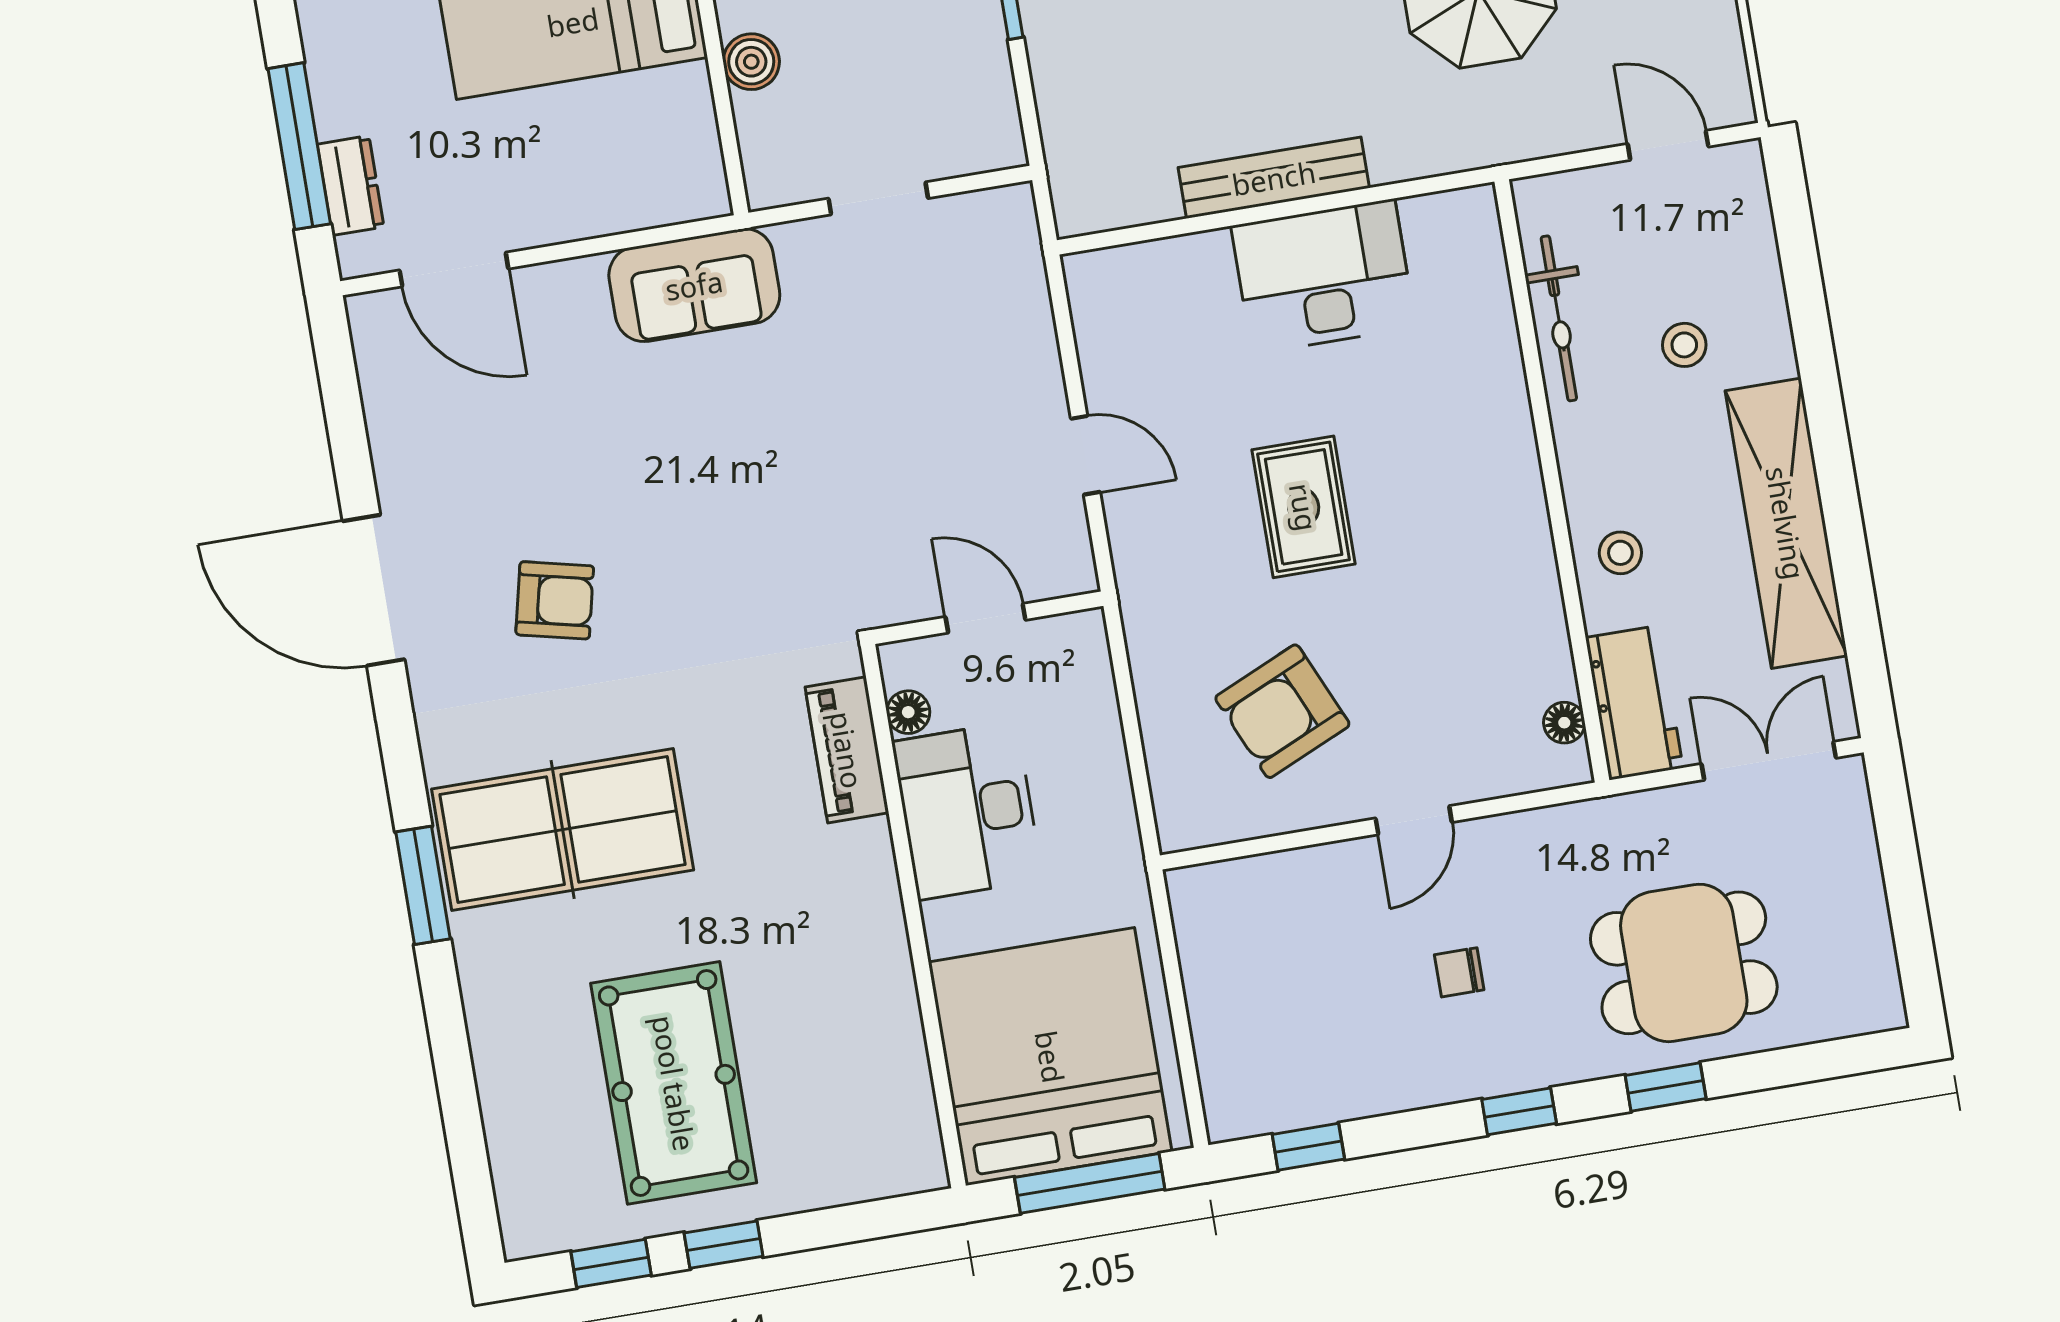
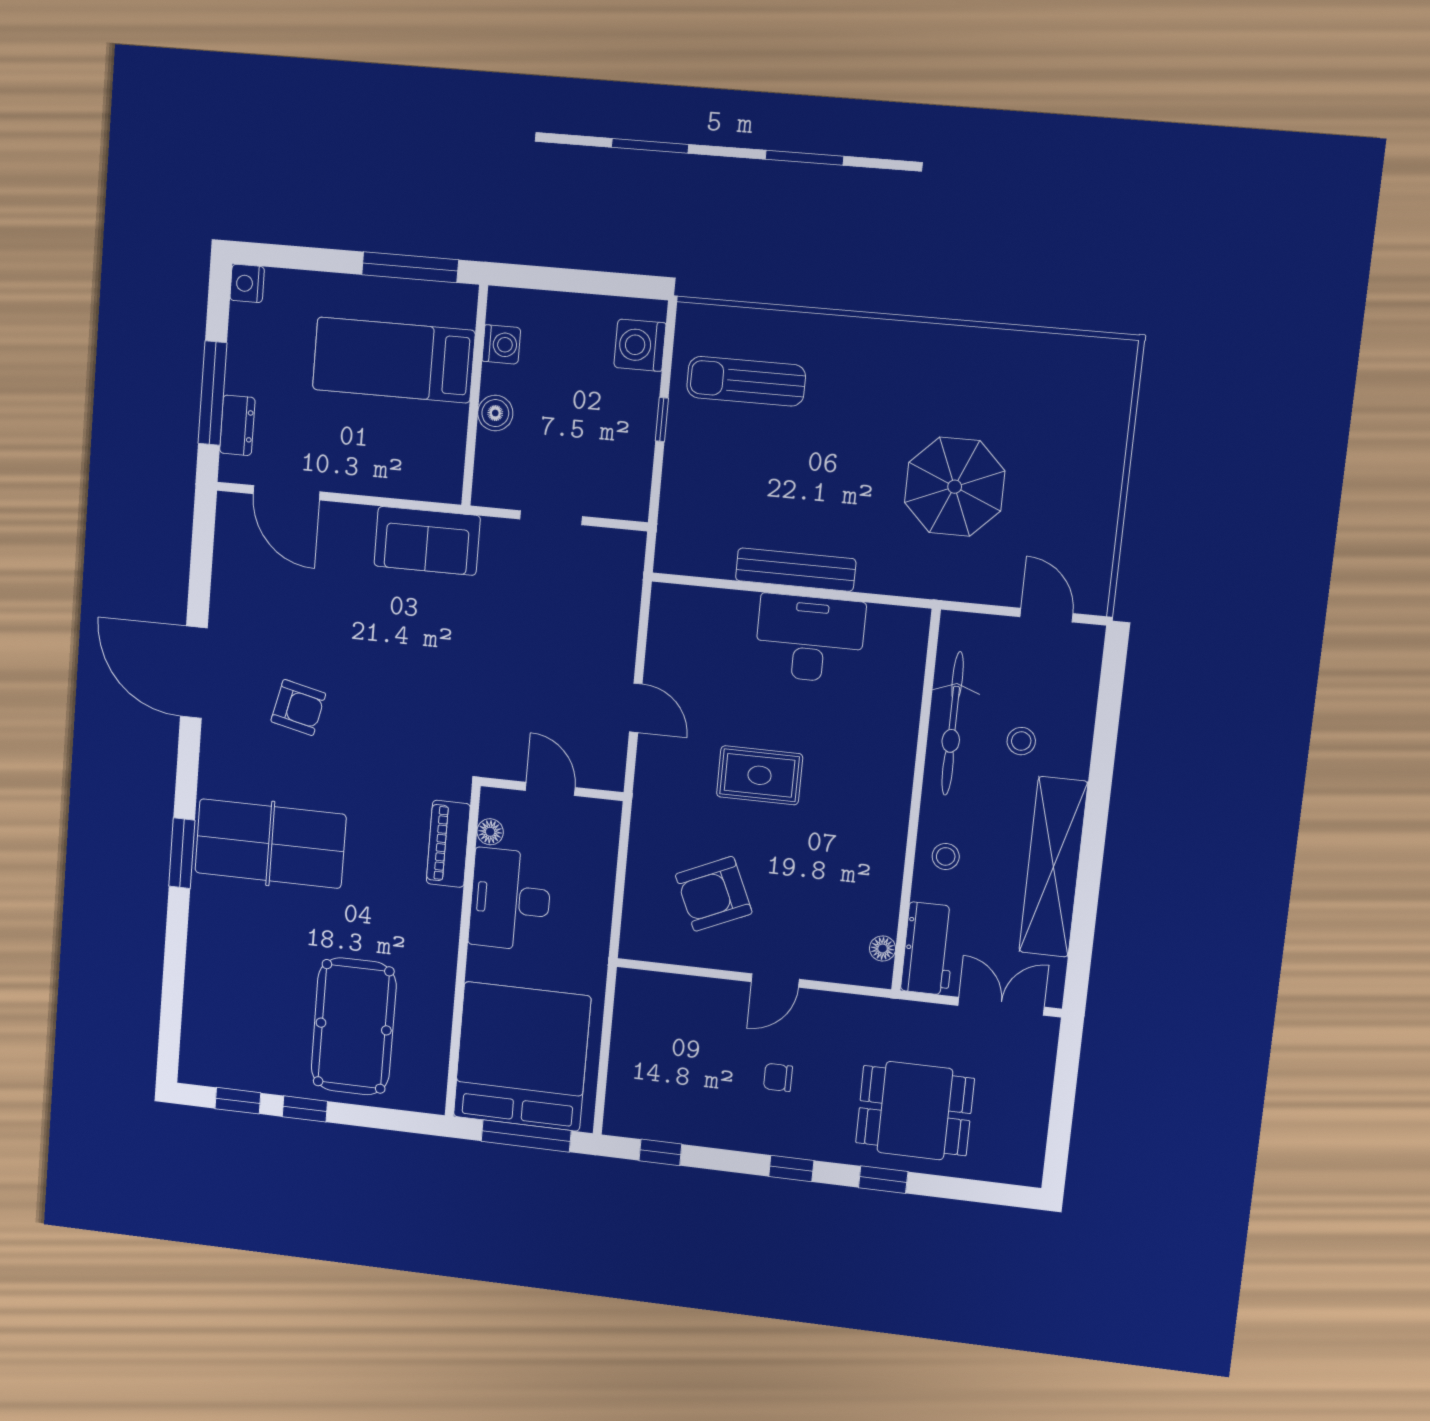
bicycle: (1559, 318) -> (953, 724), width x1.37, depth x1.40
rug: (1304, 507) -> (760, 775), turned 90
pool table: (674, 1083) -> (354, 1026), moved

